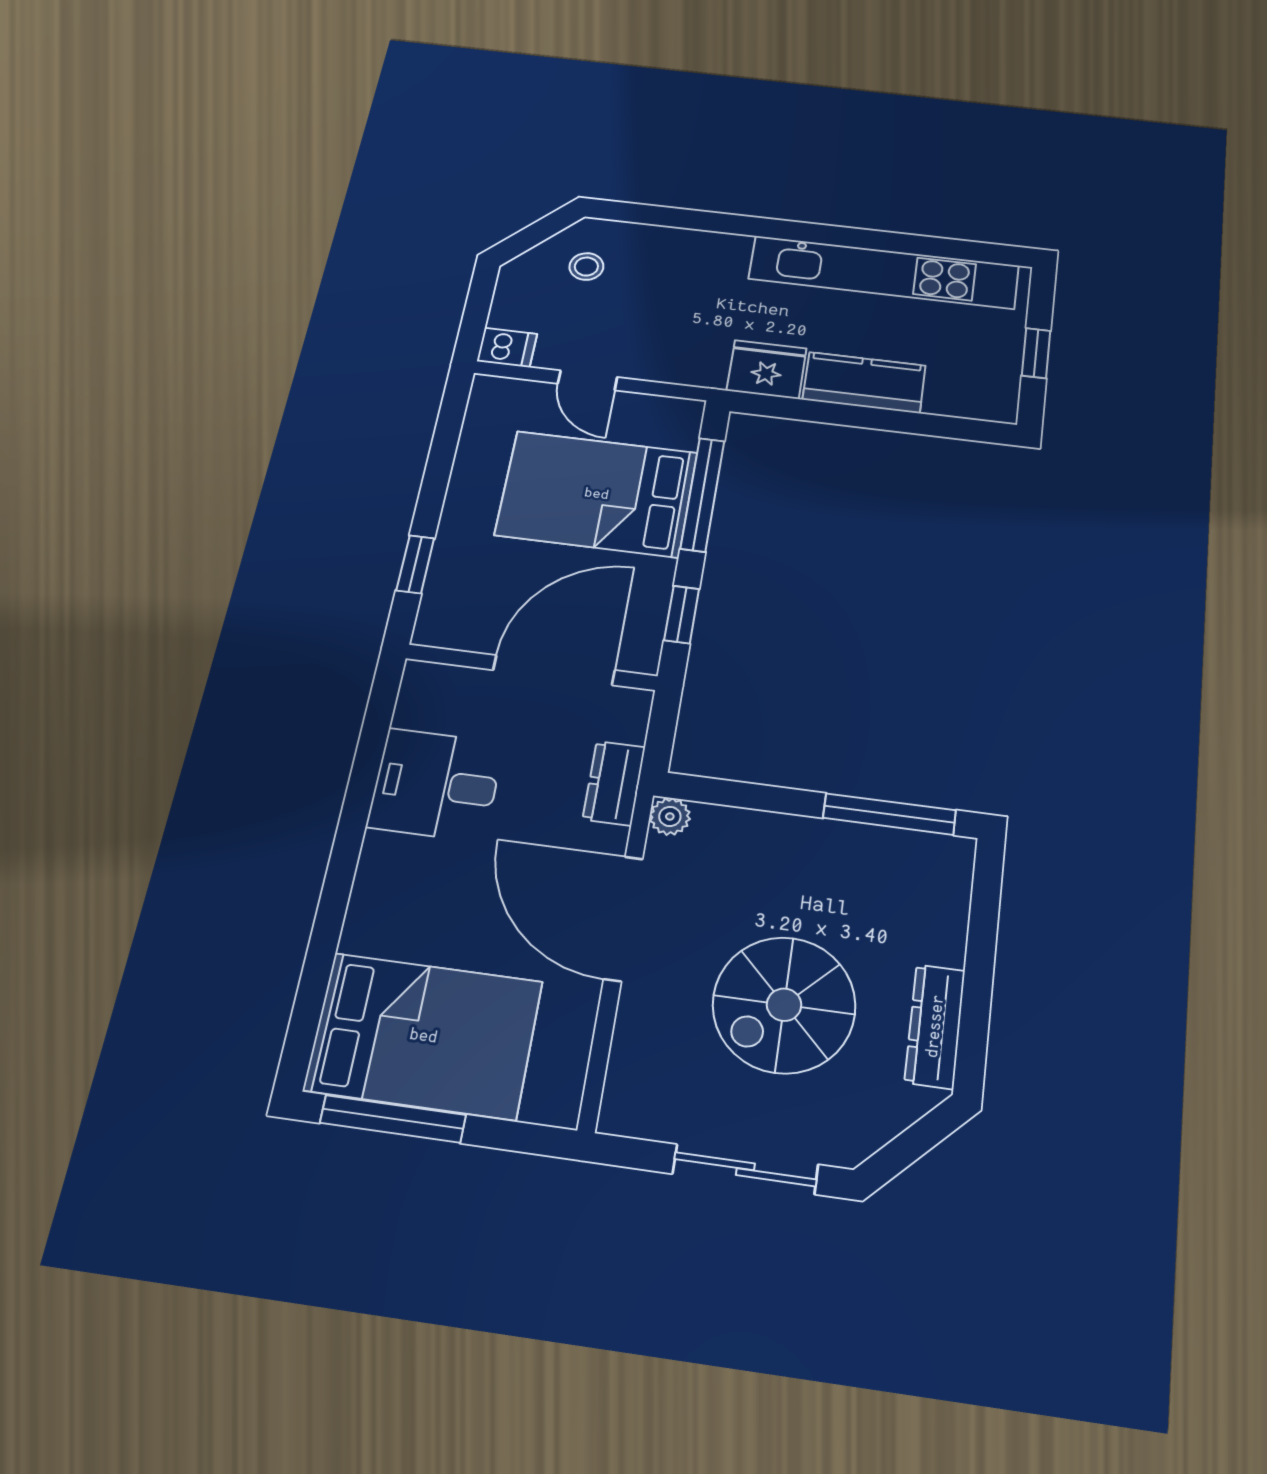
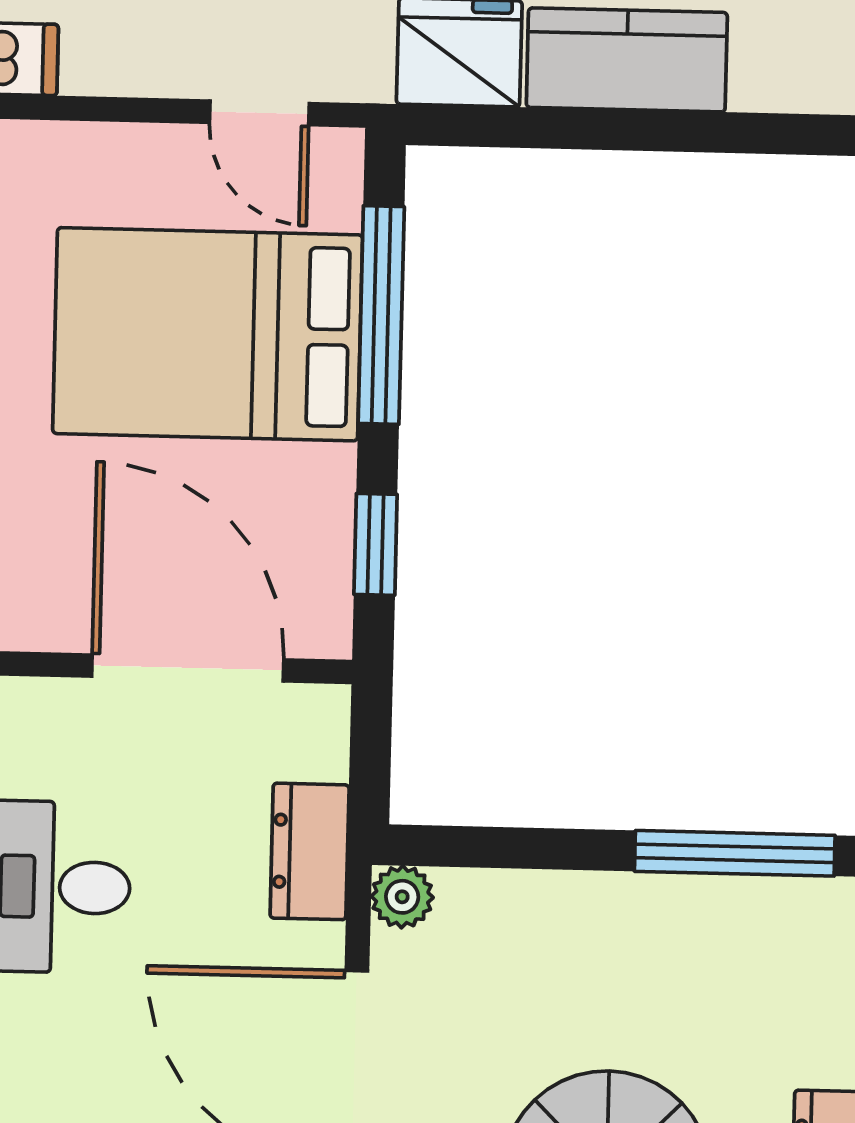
door: (588, 380) -> (259, 113), moved
door: (554, 670) -> (188, 668), hinge flipped

